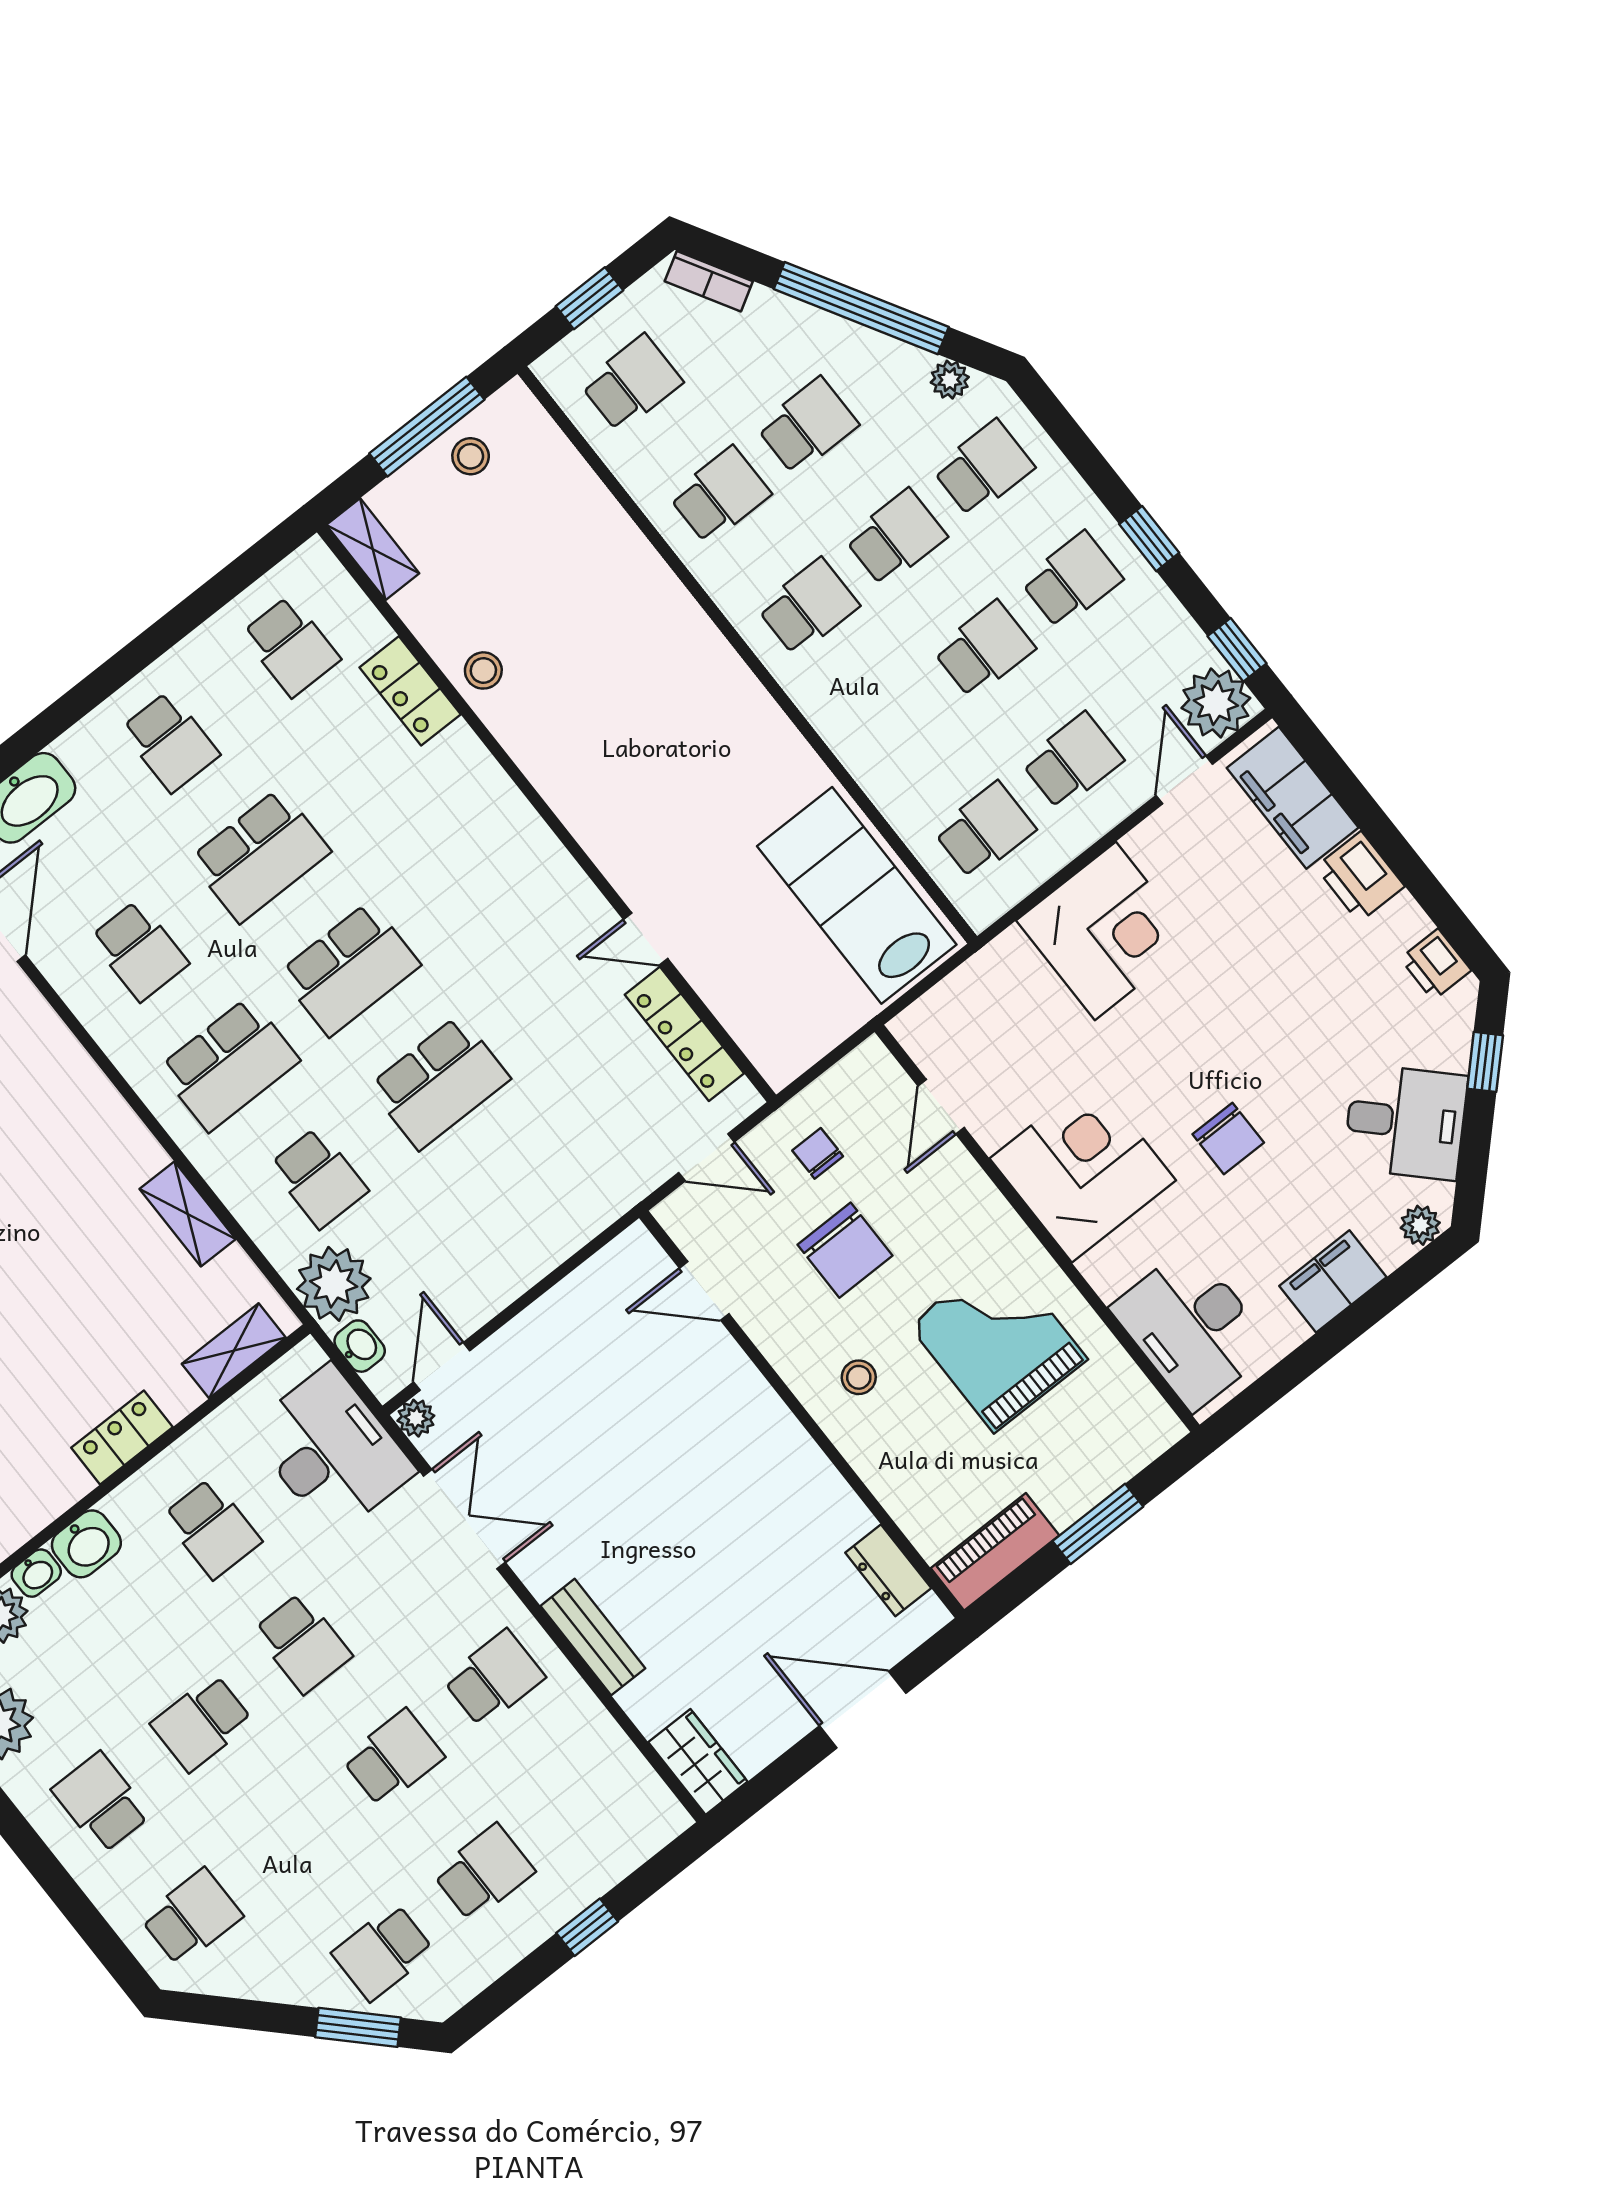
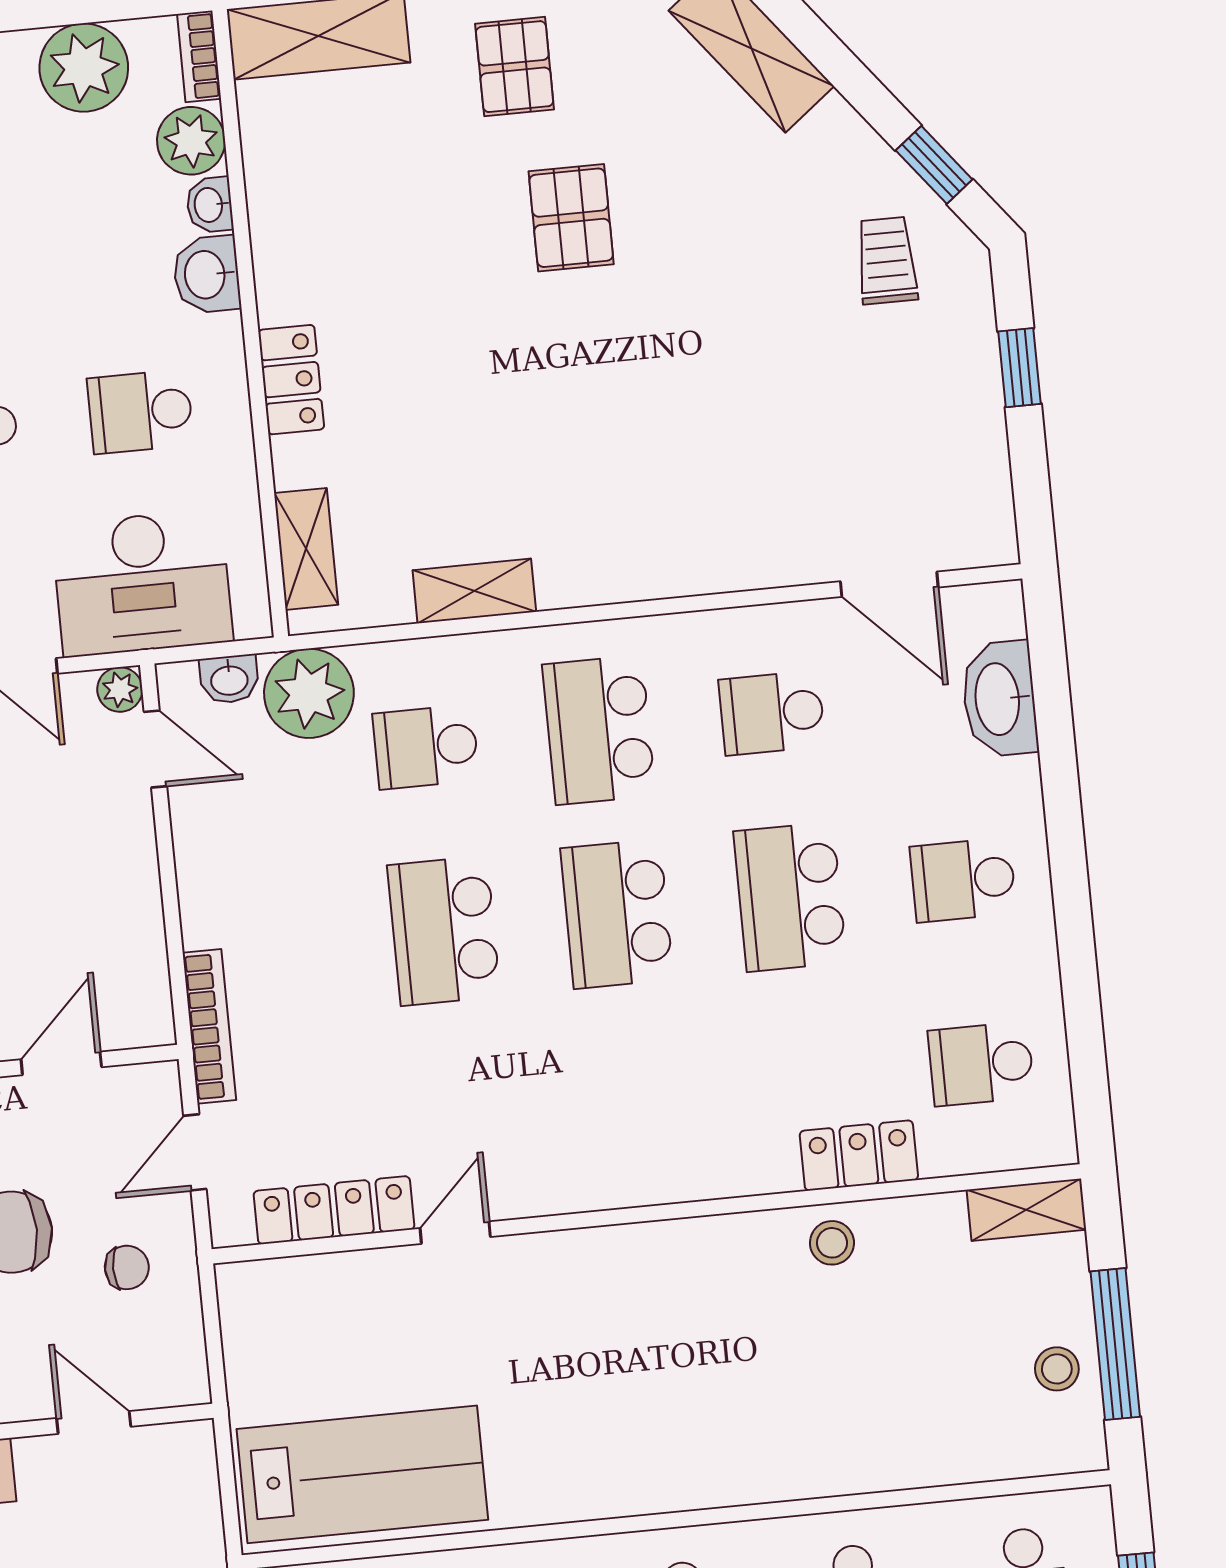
bookcase: (612, 1204) -> (209, 1026), added

